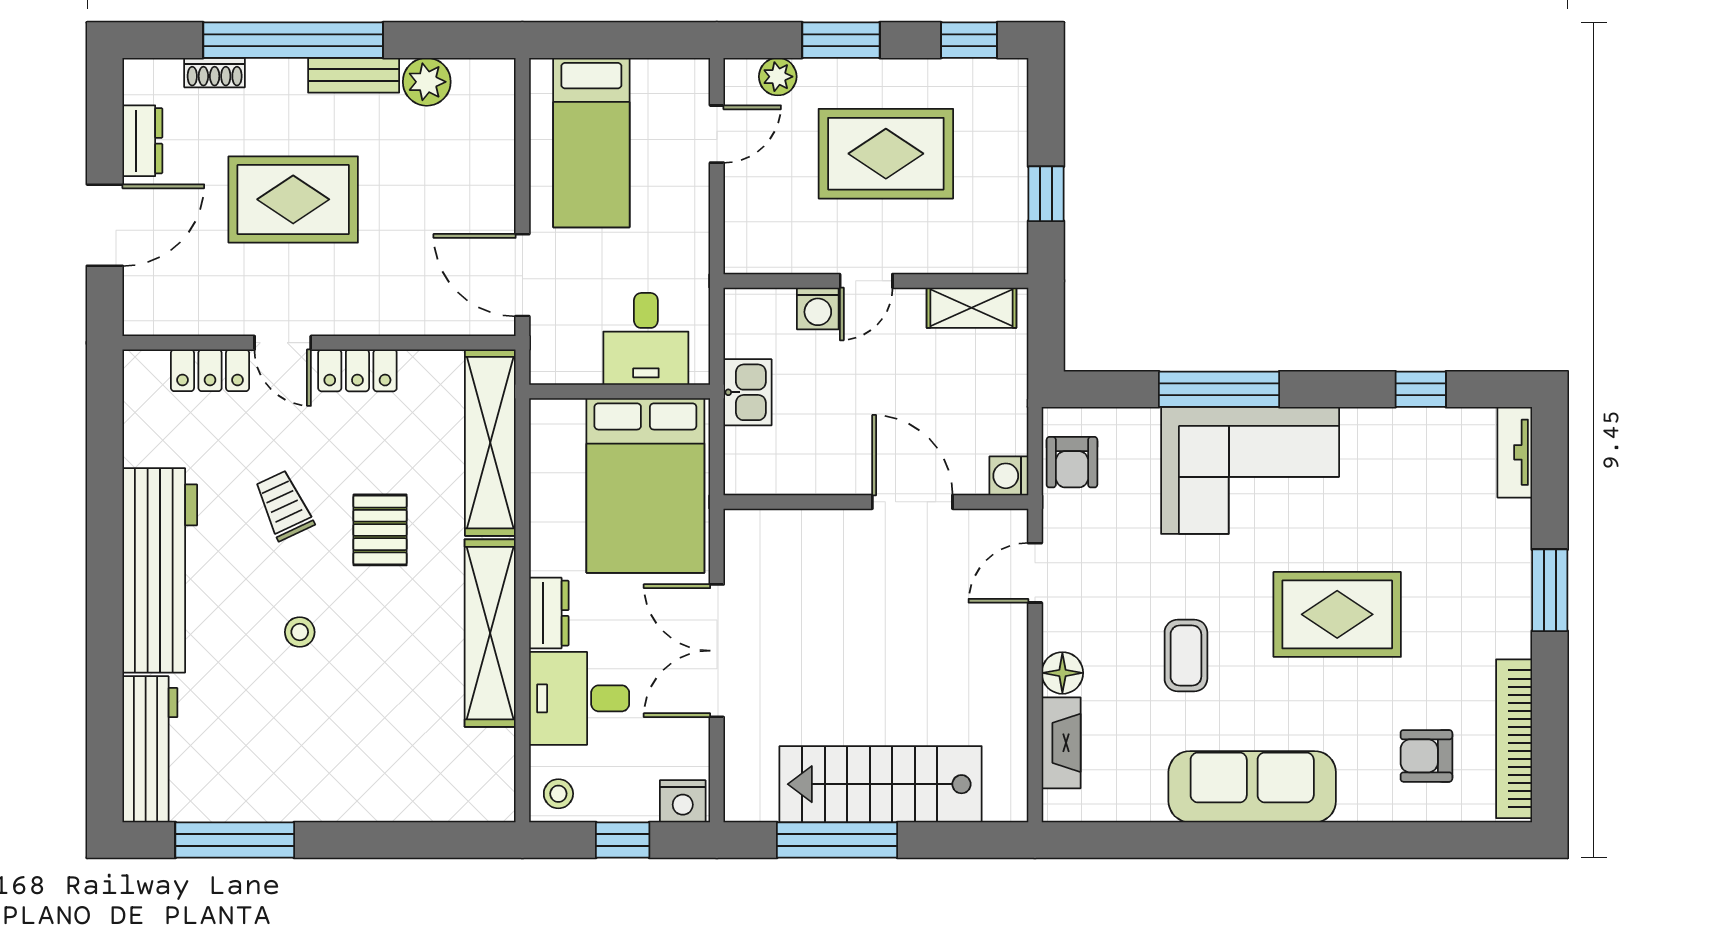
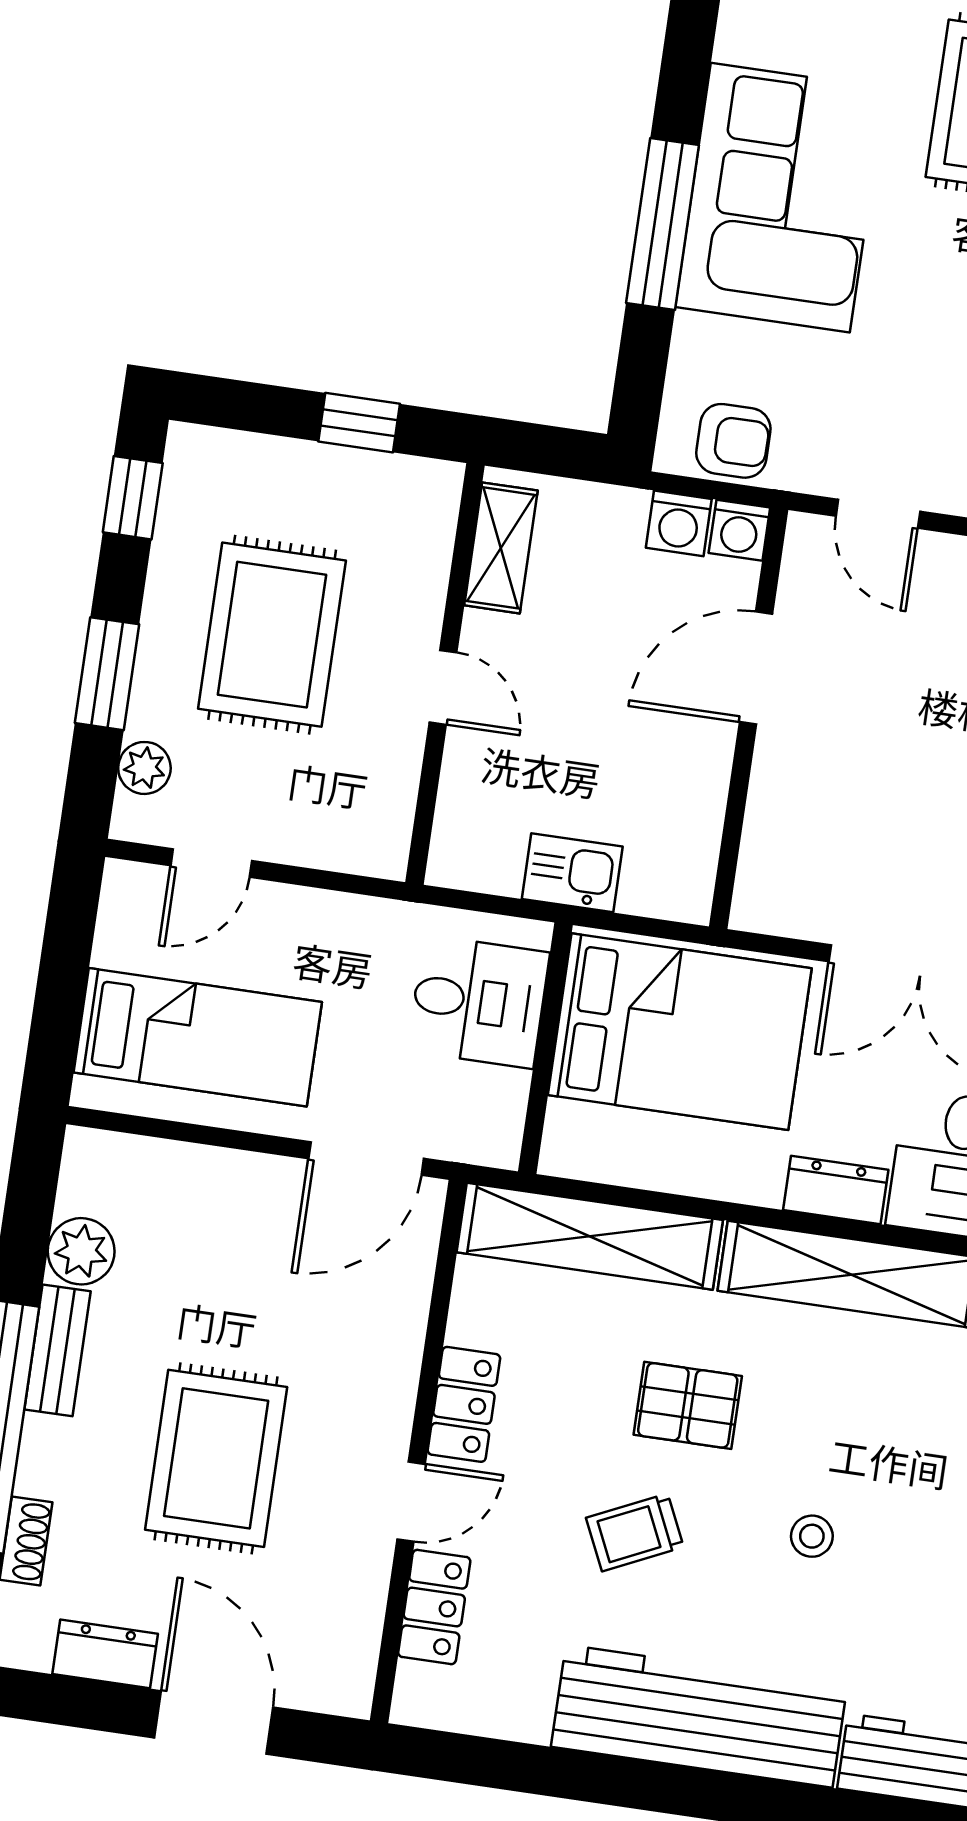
door: (717, 134) -> (211, 863), swing flipped
washing machine: (818, 309) -> (679, 523), moved, turned 90

